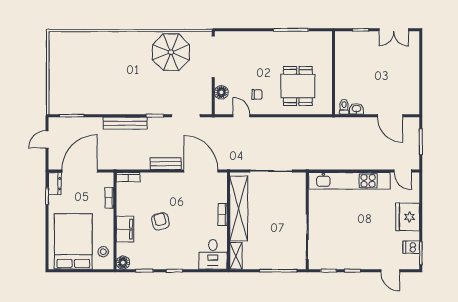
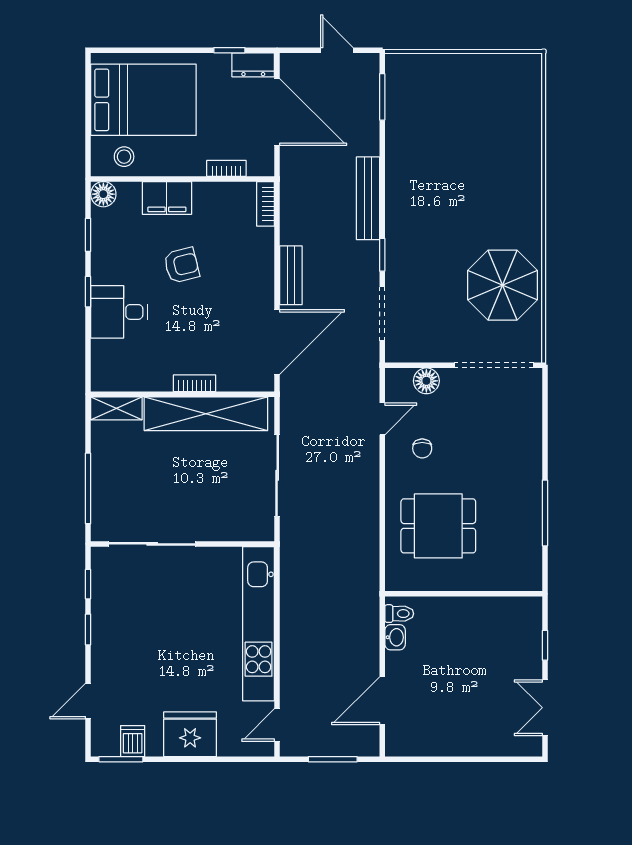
desk: (213, 254) -> (119, 312), moved

